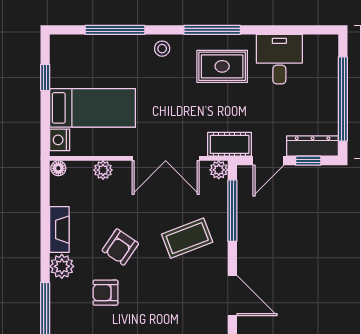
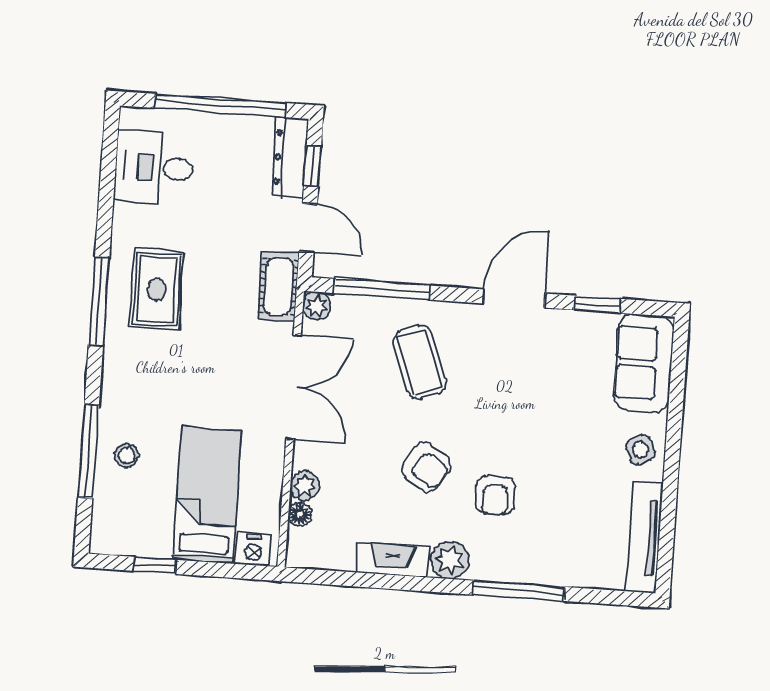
stool: (162, 49) -> (127, 455), moved
desk: (279, 59) -> (154, 167), moved
floor lamp: (58, 168) -> (300, 514), moved

